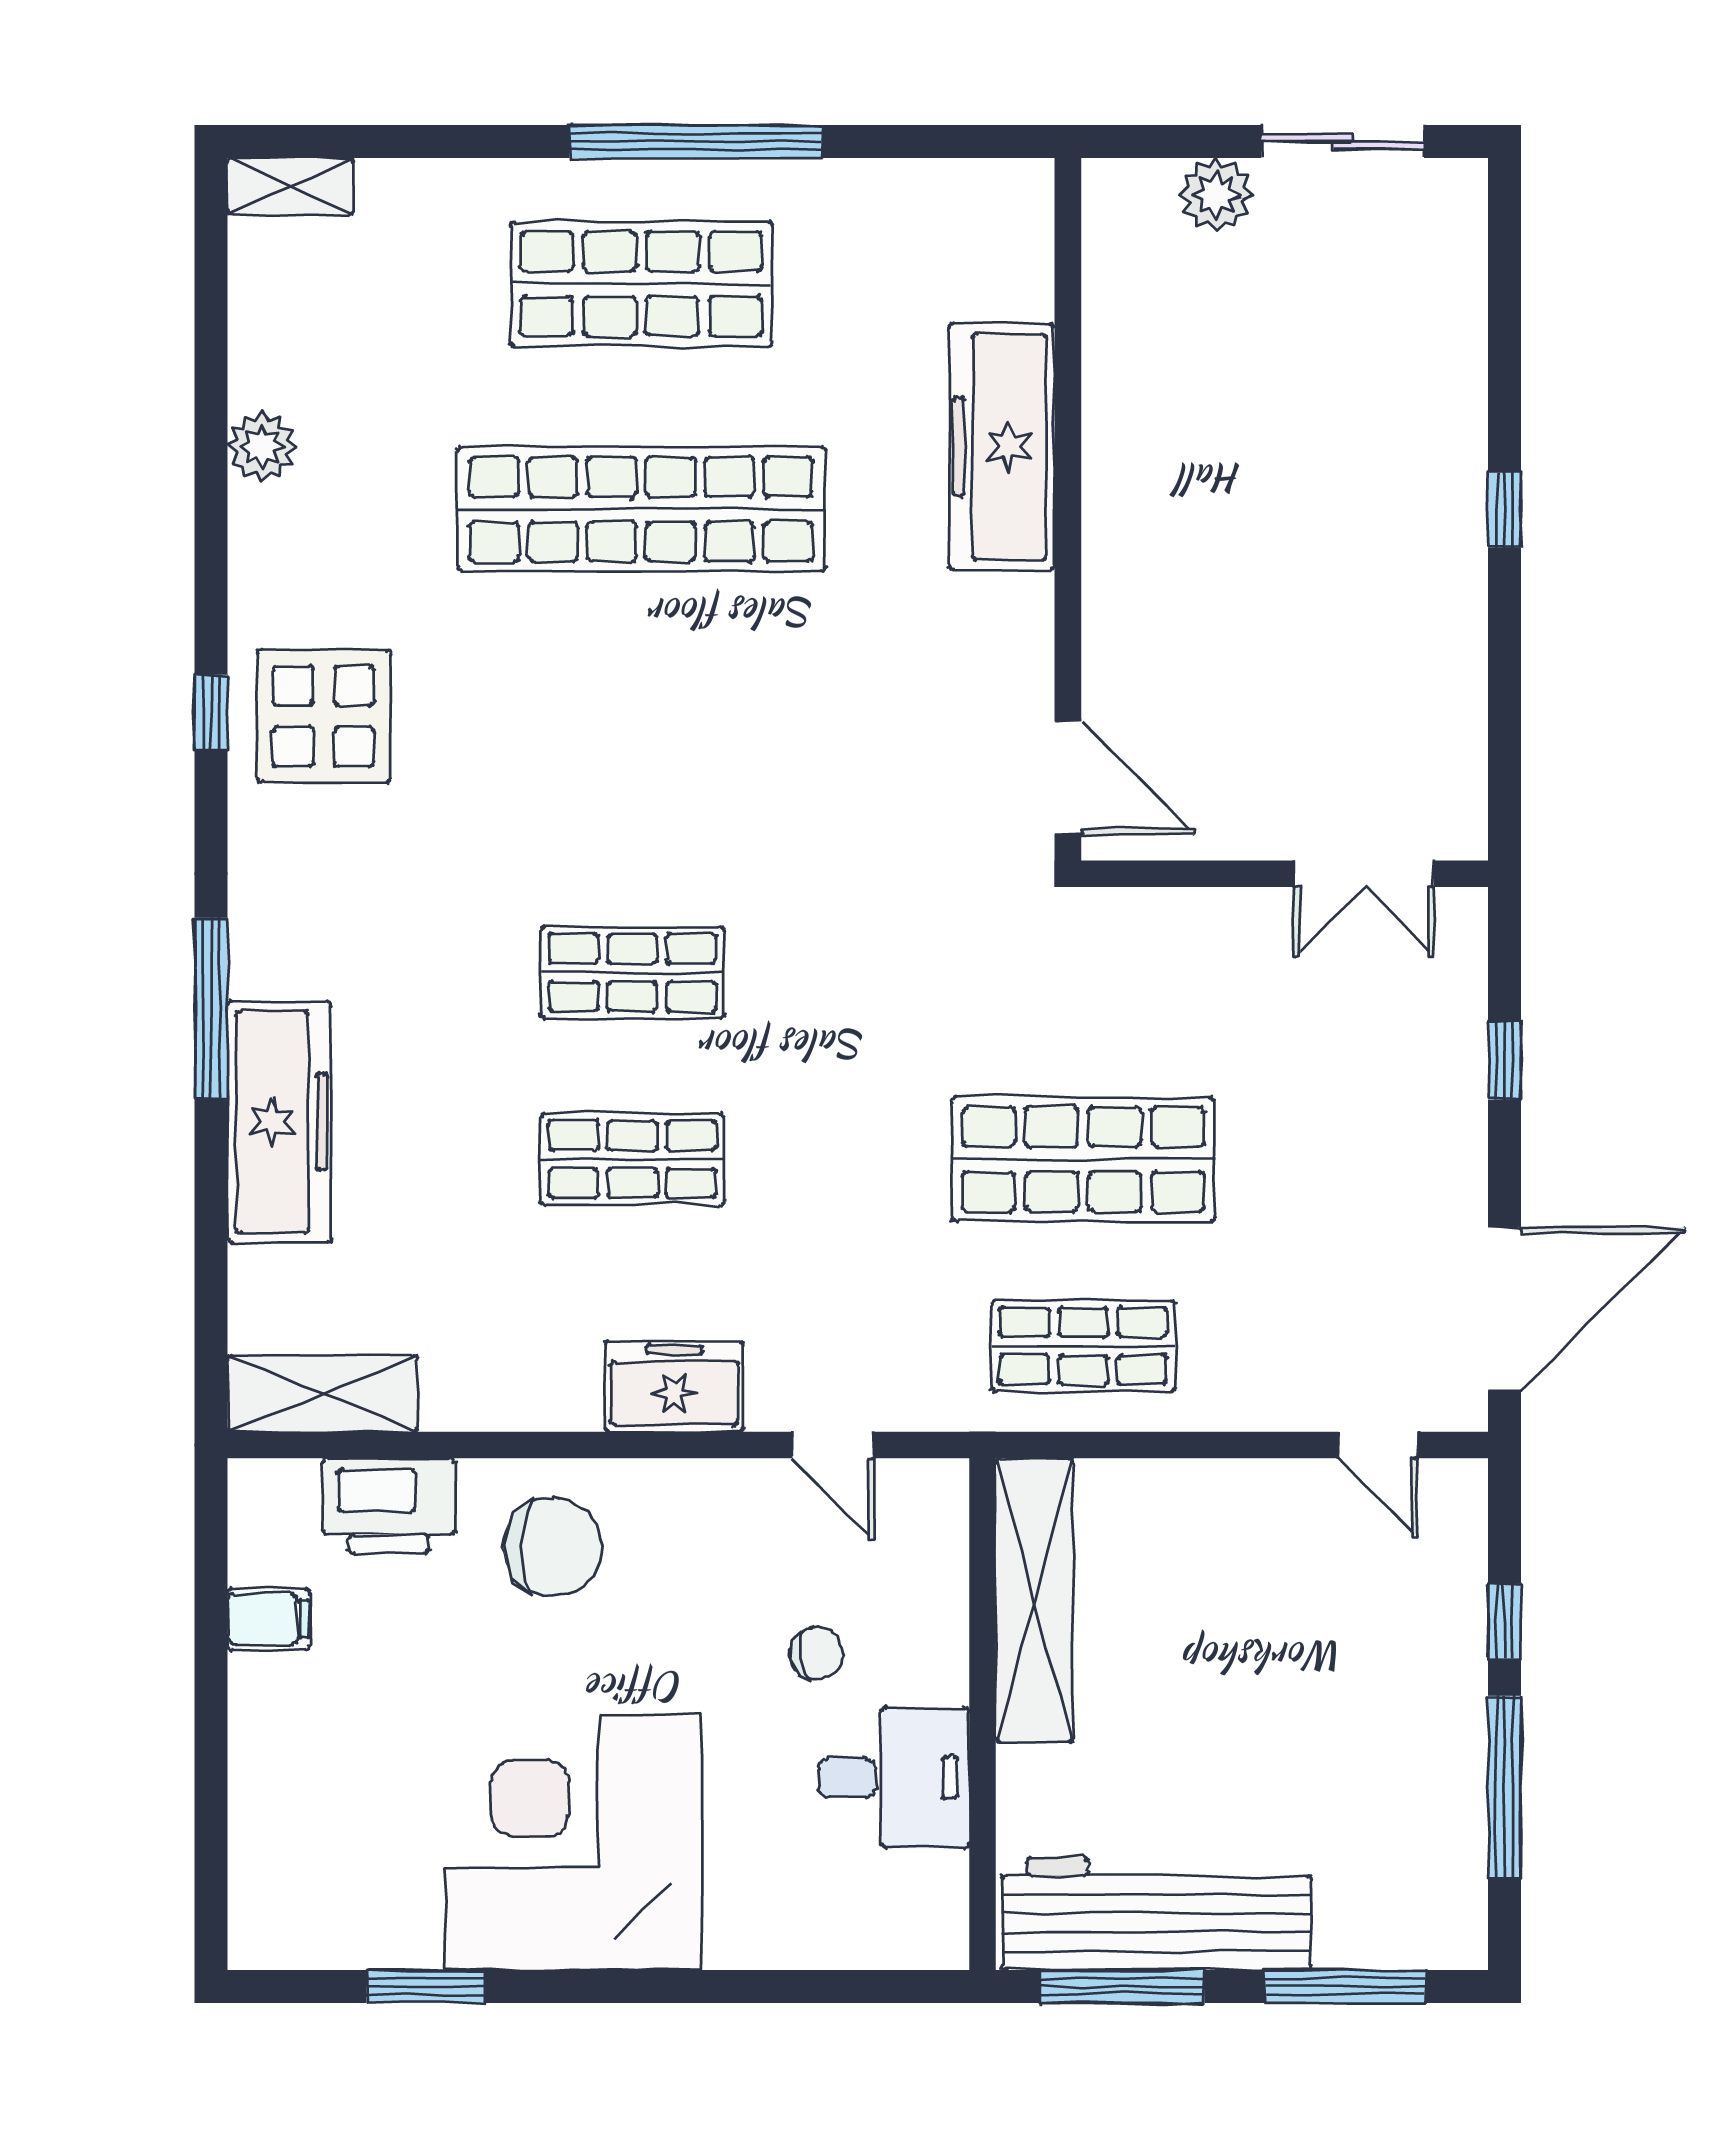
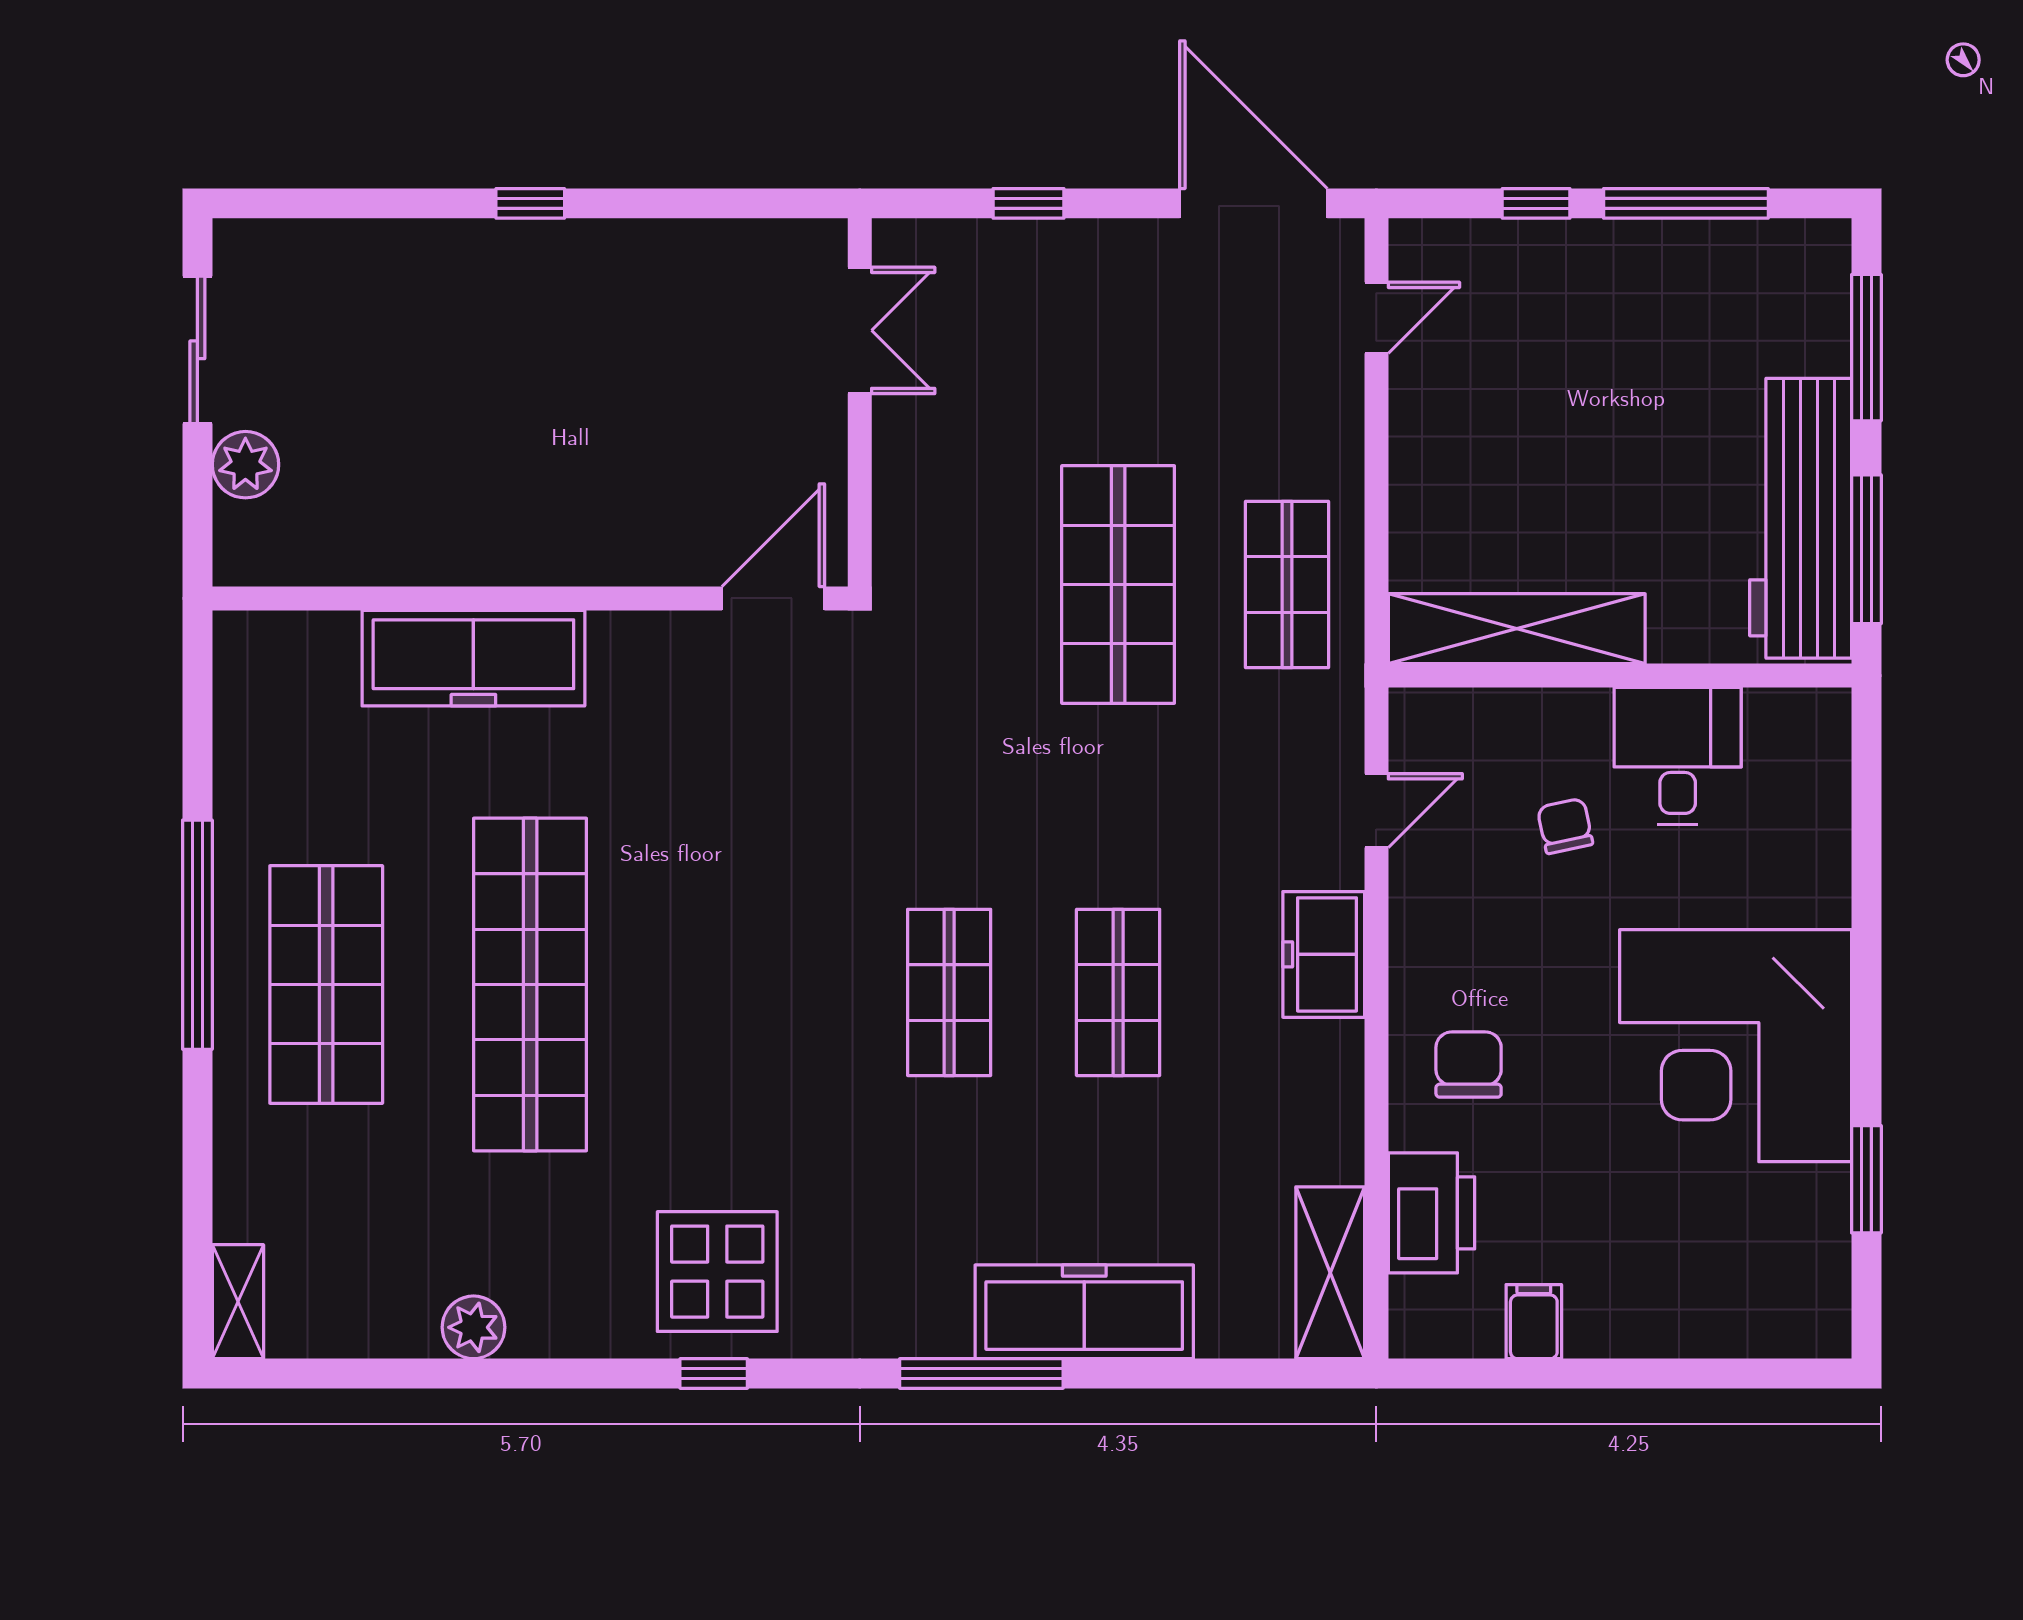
chair: (553, 1547) -> (1469, 1065), width x0.73, depth x0.73

